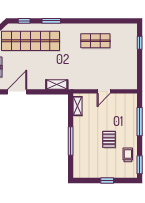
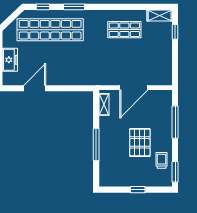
shelving: (57, 84) -> (160, 15), moved
door: (104, 91) -> (134, 88), width x1.87
pallet: (109, 139) -> (140, 142), width x1.50, depth x1.42

